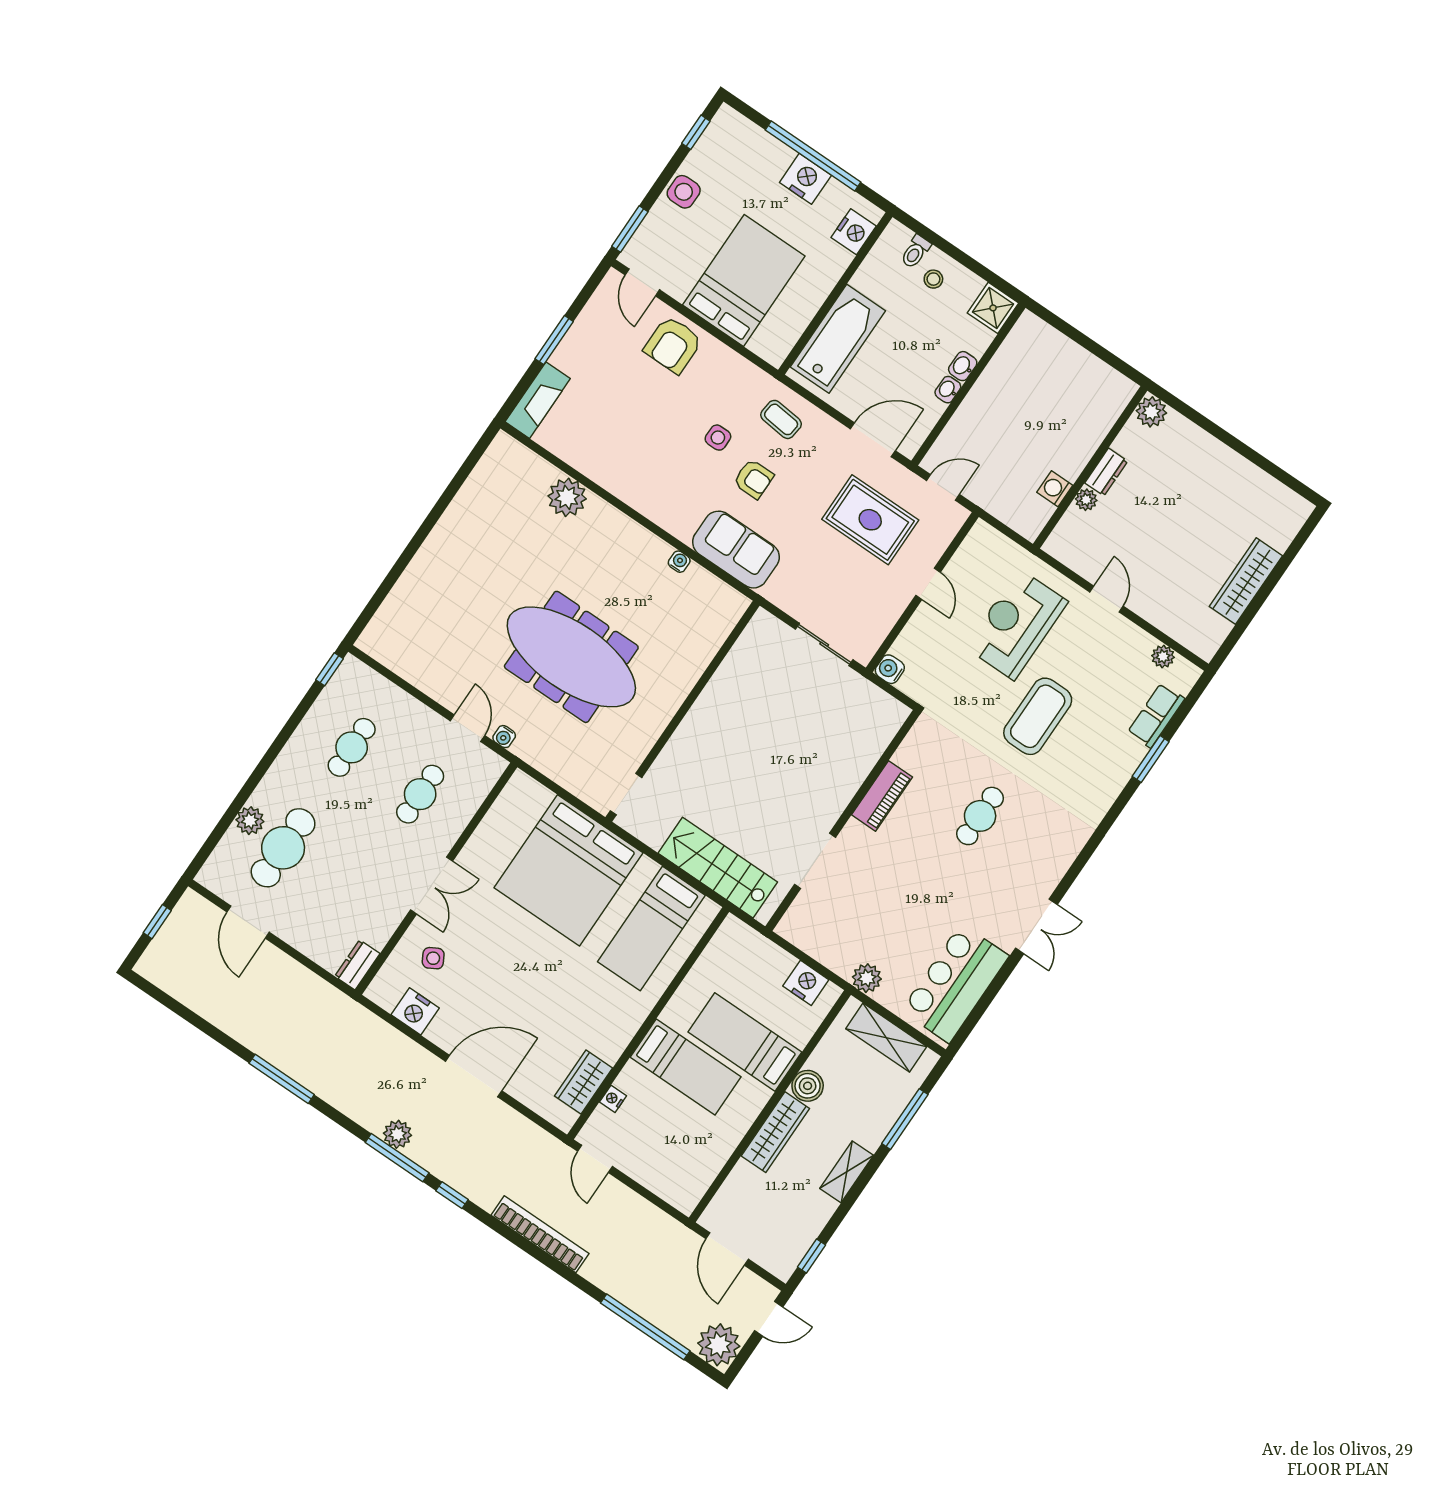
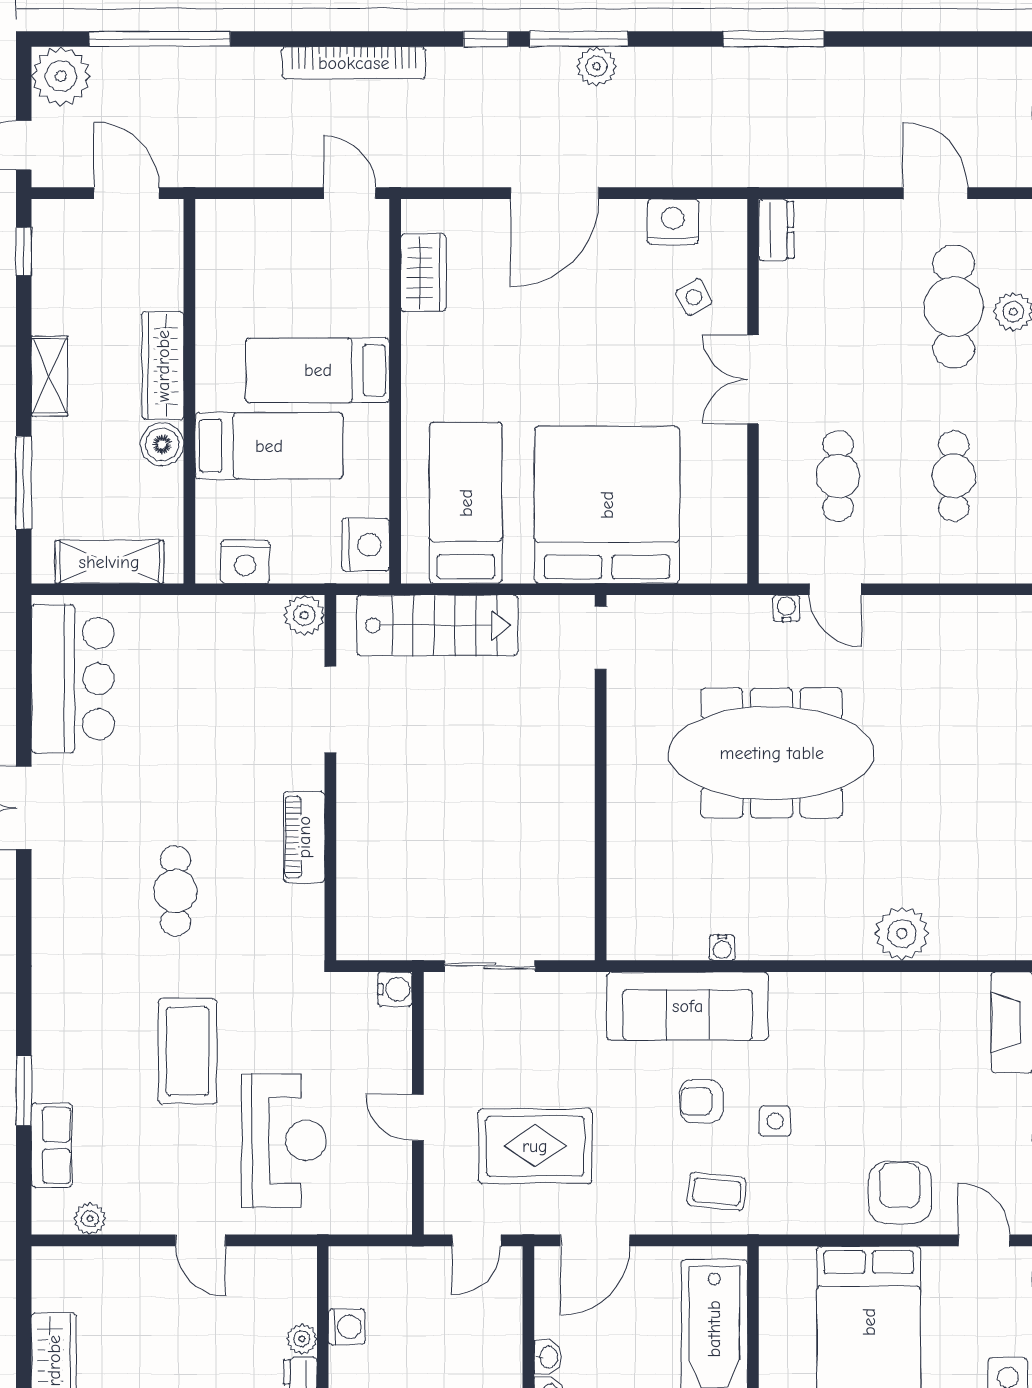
sofa: (736, 550) -> (688, 1006), width x1.36
plant: (867, 978) -> (304, 615), moved
nightstand: (613, 1099) -> (366, 545), moved, width x1.89, depth x1.79

